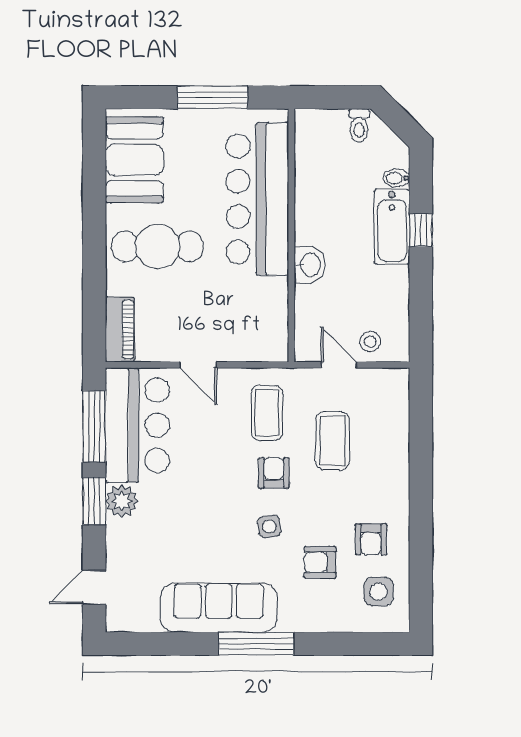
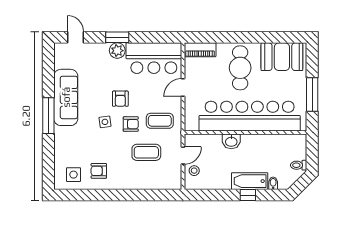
bar counter: (257, 199) -> (250, 116), width x1.36
window: (94, 426) -> (153, 37), removed
armchair: (320, 562) -> (120, 99), moved, turned 180

